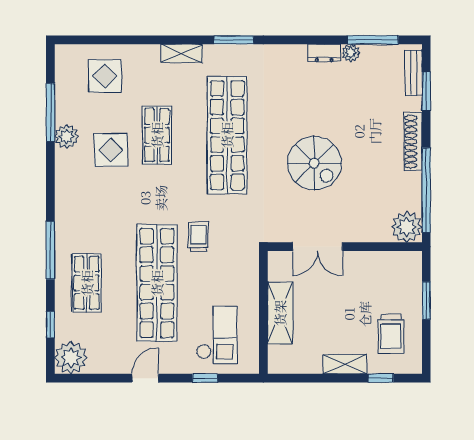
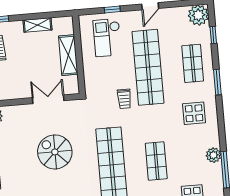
display table: (111, 150) -> (194, 113), moved
window: (50, 250) -> (217, 82), width x0.69
shelving: (345, 364) -> (37, 25), moved

